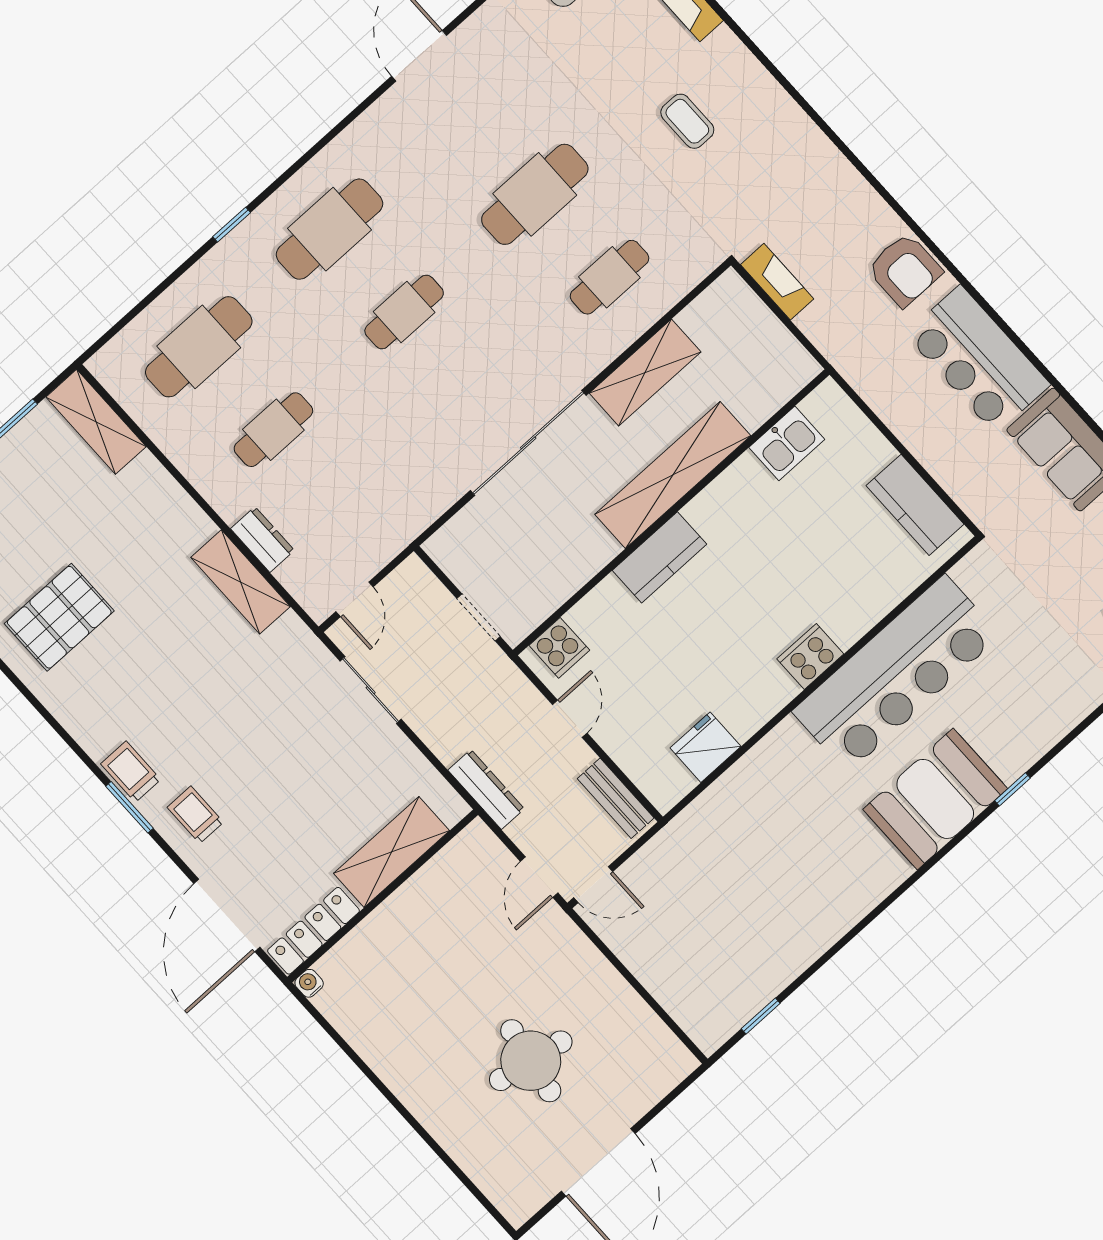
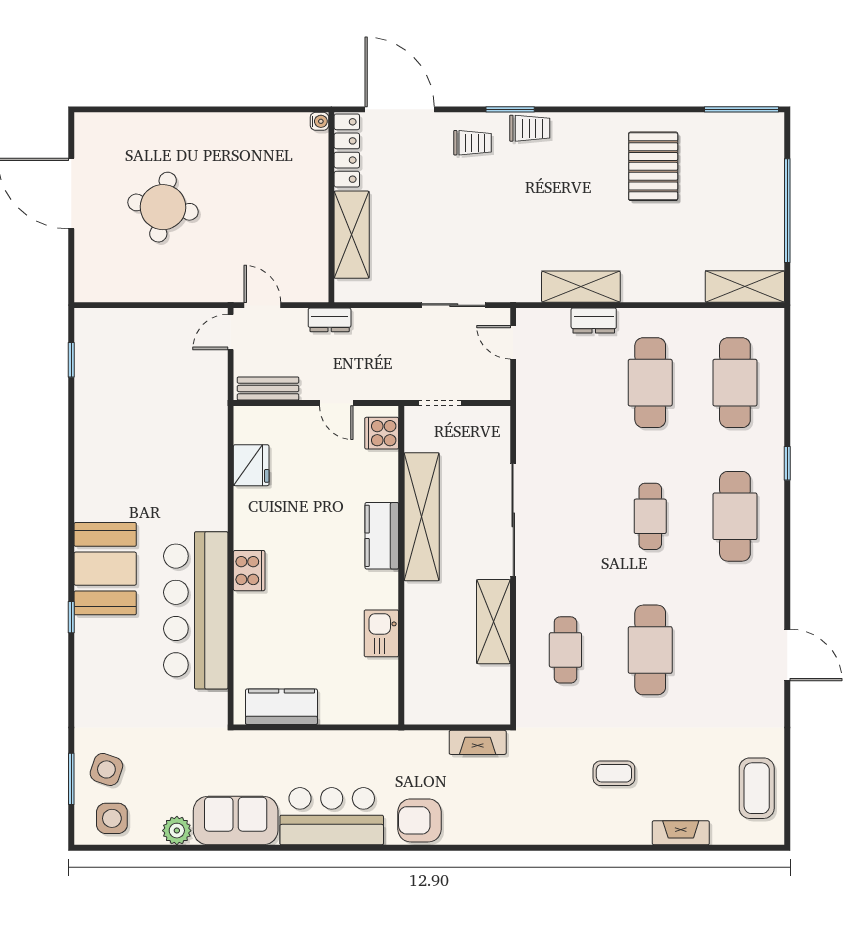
cafe table: (273, 430) -> (650, 383), width x1.37, depth x1.35
kitchen sink: (787, 443) -> (381, 633), moved
shelving: (673, 475) -> (422, 517), moved
dresser: (486, 789) -> (330, 320), width x0.70

